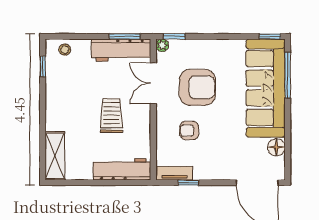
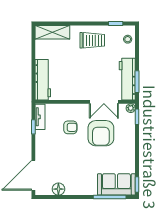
double door: (153, 83) -> (104, 102), swing flipped
sofa: (266, 88) -> (116, 184), width x0.54, depth x0.79
trolley: (111, 116) -> (92, 40), moved
armchair: (189, 130) -> (70, 127), turned 90

